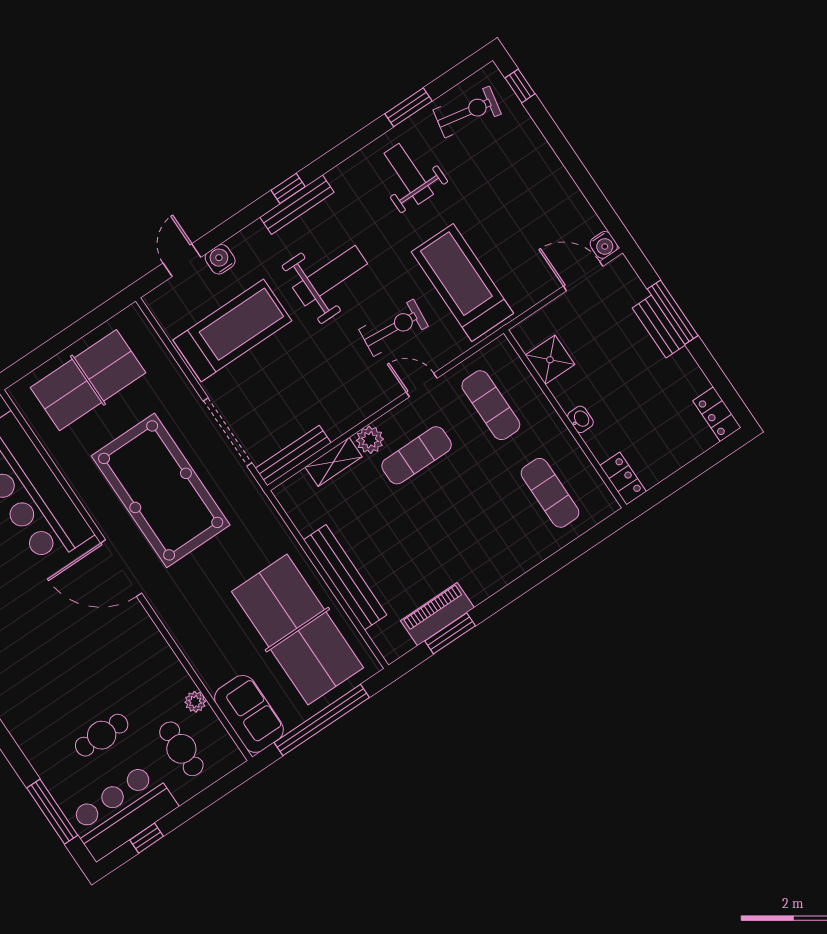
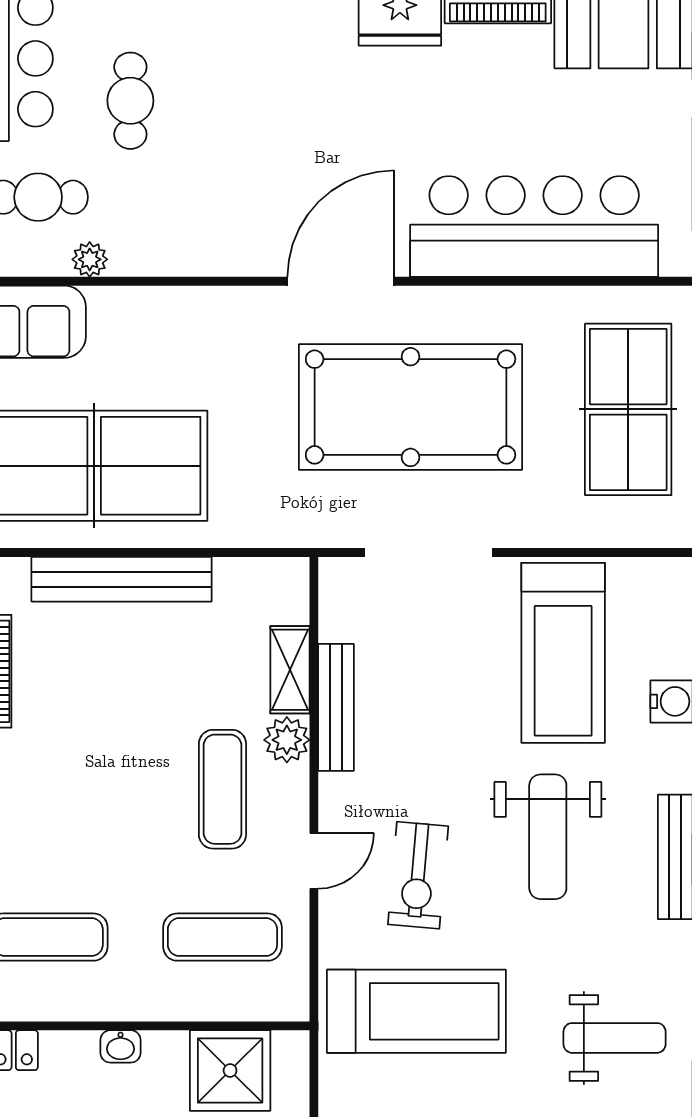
shower: (550, 360) -> (230, 1070), width x1.36, depth x1.36
bench: (293, 456) -> (336, 707), moved

